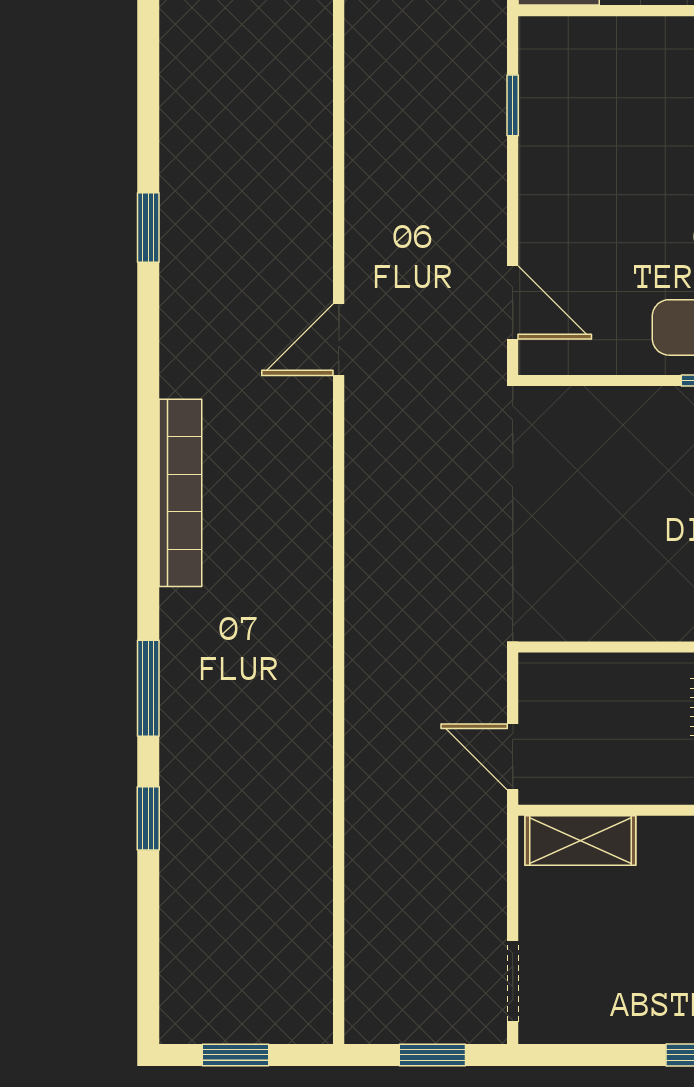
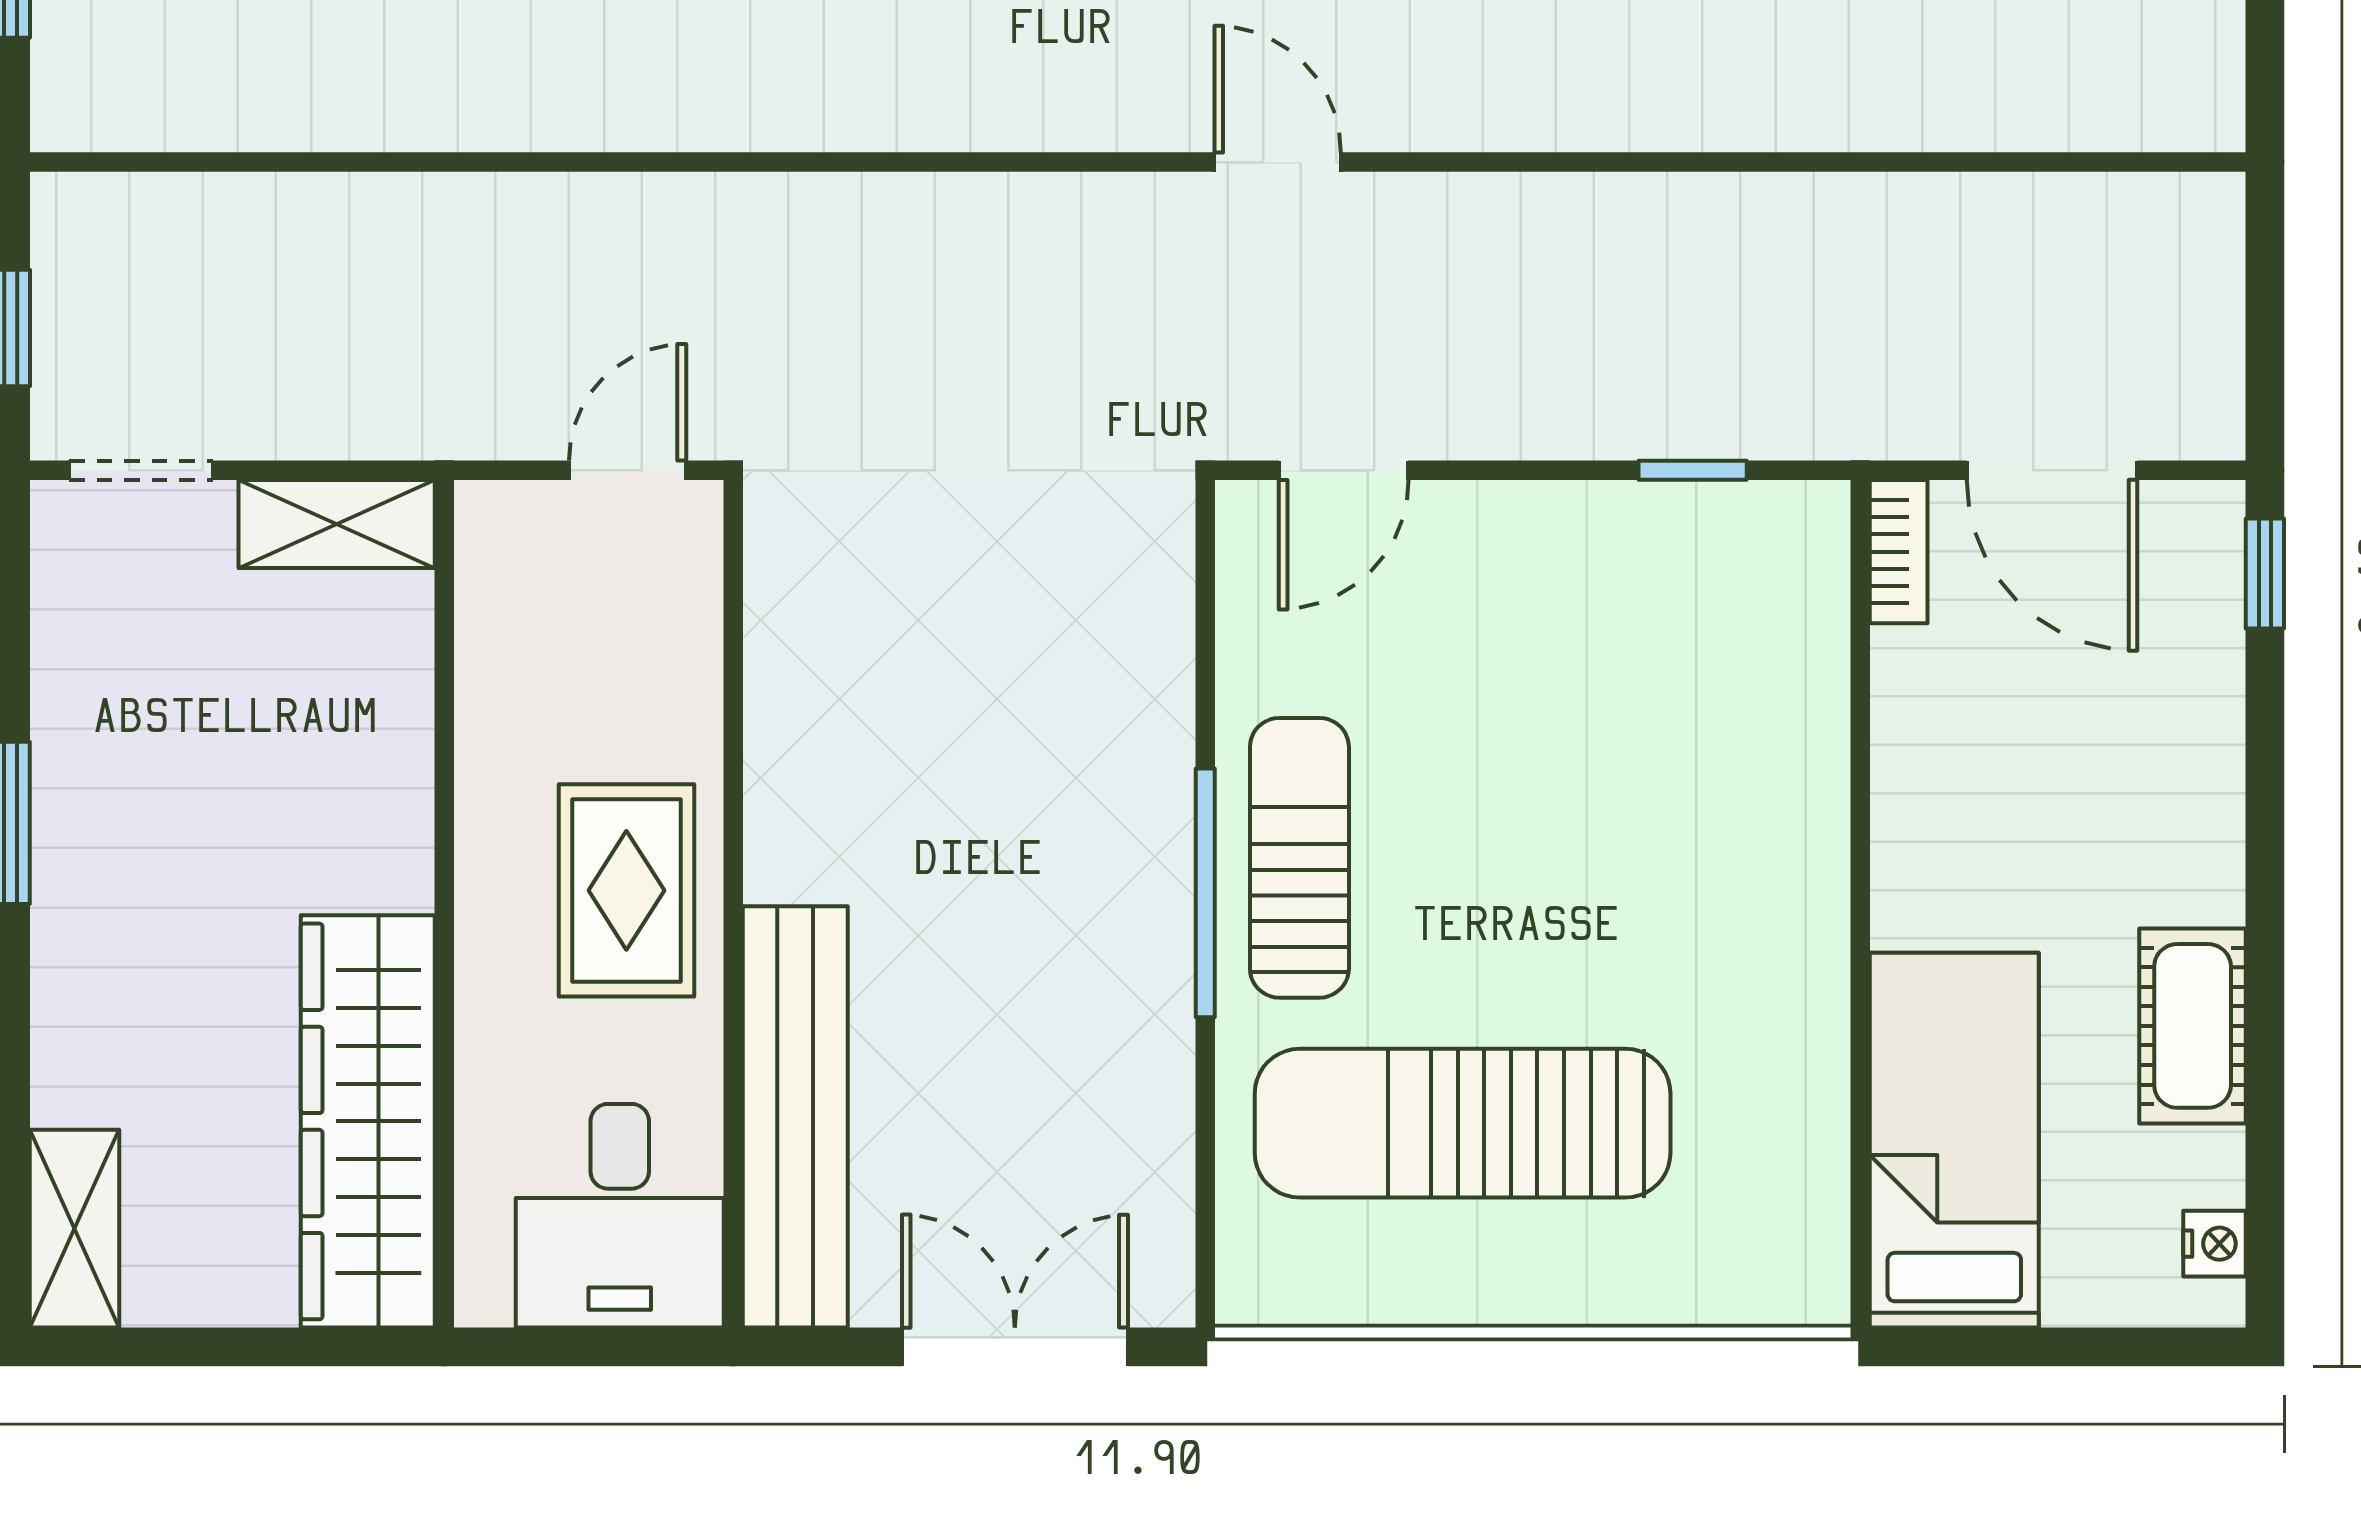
door: (513, 757) -> (628, 470), moved
shelving: (580, 841) -> (337, 524), moved, turned 90

